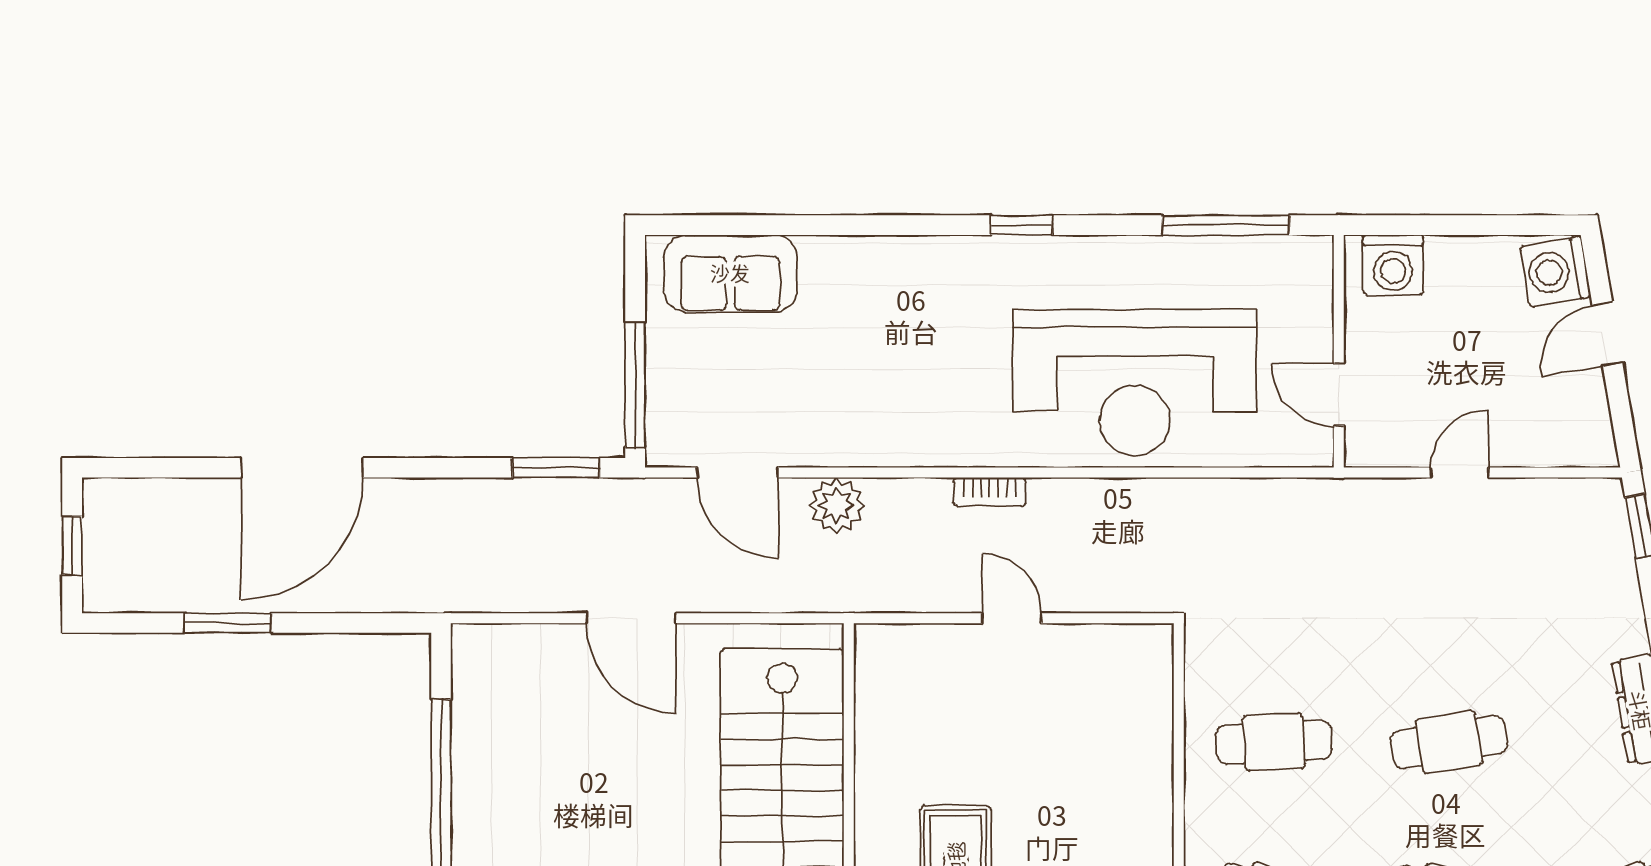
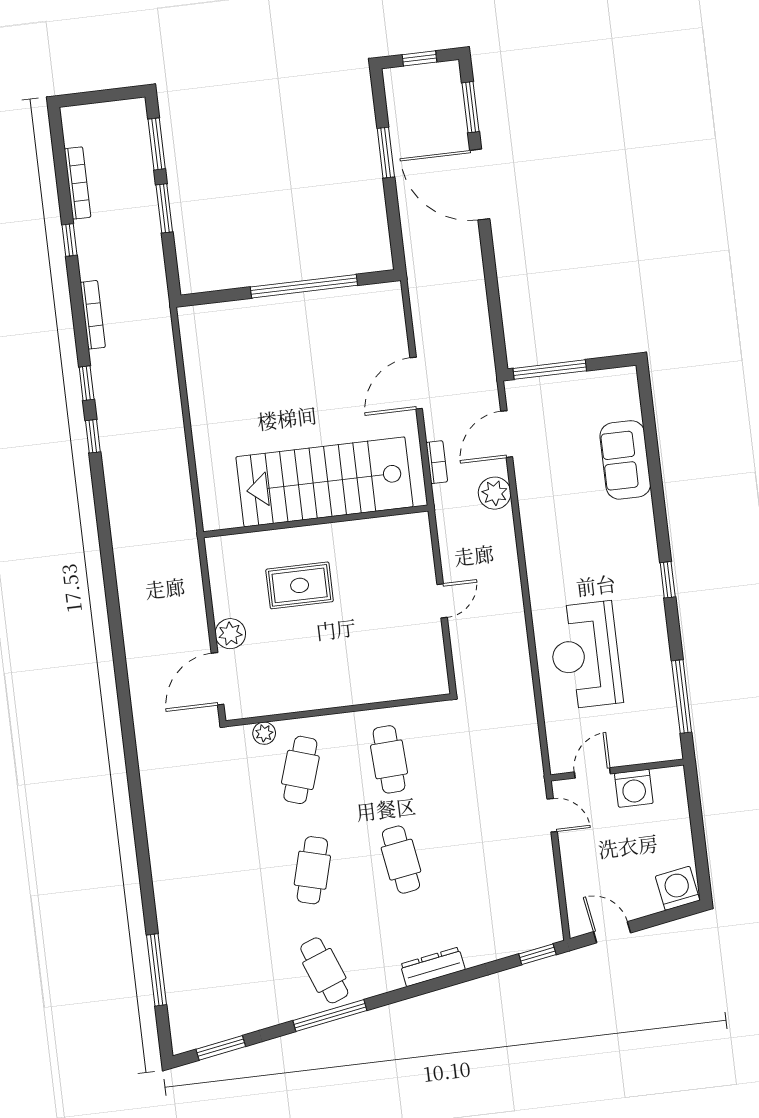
washing machine: (1393, 265) -> (634, 788), moved, turned -90
sofa: (730, 273) -> (625, 460), moved
door: (1607, 334) -> (612, 932), moved
reception desk: (1135, 382) -> (585, 655), width x0.74, depth x0.77
window: (556, 468) -> (471, 107), moved
door: (1460, 473) -> (552, 815), moved
bookcase: (989, 492) -> (437, 462), moved, turned 180

